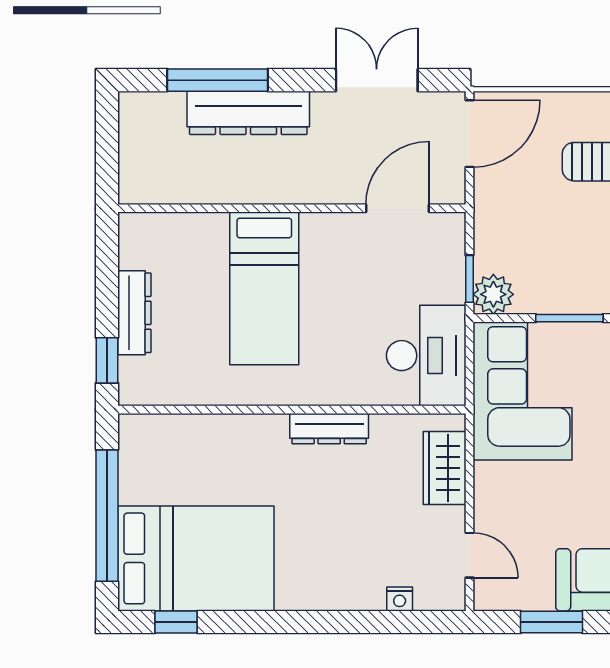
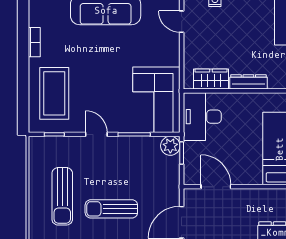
door: (397, 208) -> (216, 187), swing flipped
wardrobe: (445, 468) -> (211, 79), moved, turned -90

